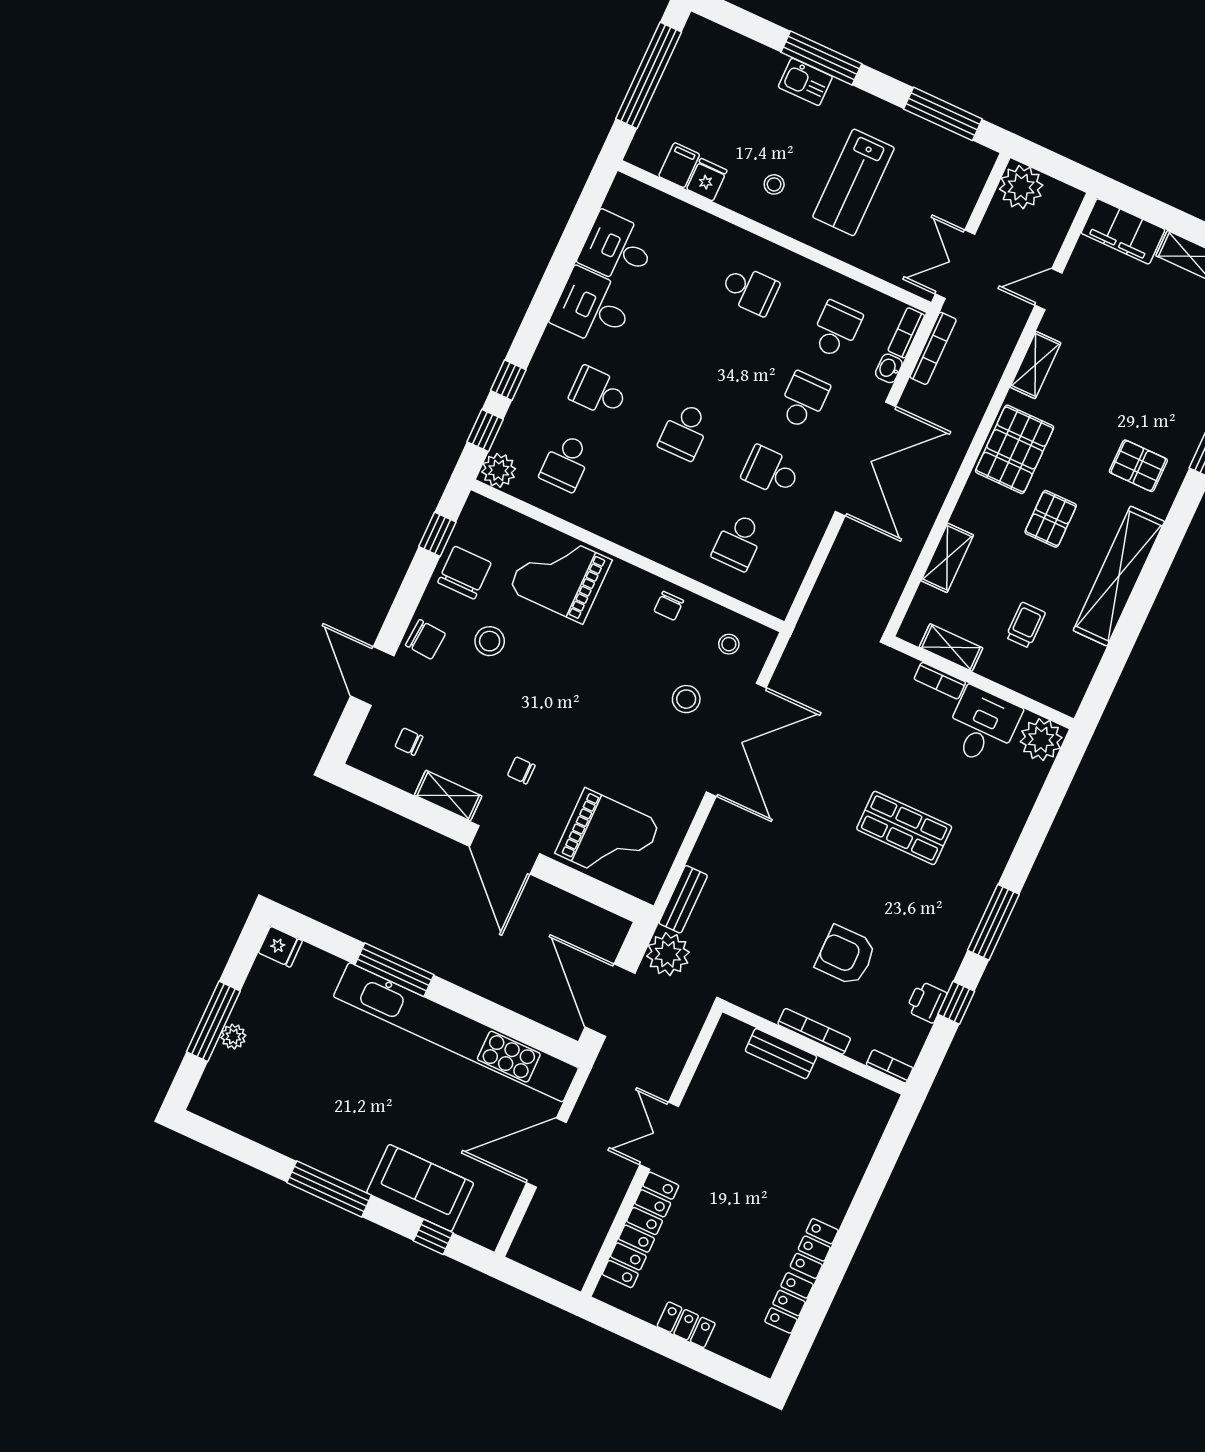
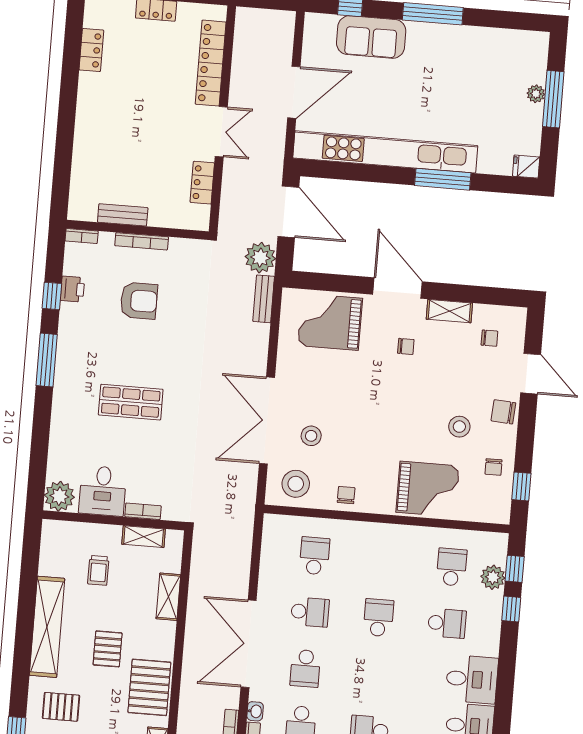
plant: (499, 470) -> (493, 577), moved
chair: (464, 573) -> (493, 467), width x0.54, depth x0.54
stool: (729, 644) -> (296, 484), width x1.89, depth x1.89
bench: (781, 1054) -> (123, 215), moved
locker: (814, 1249) -> (202, 183), moved, turned 180

